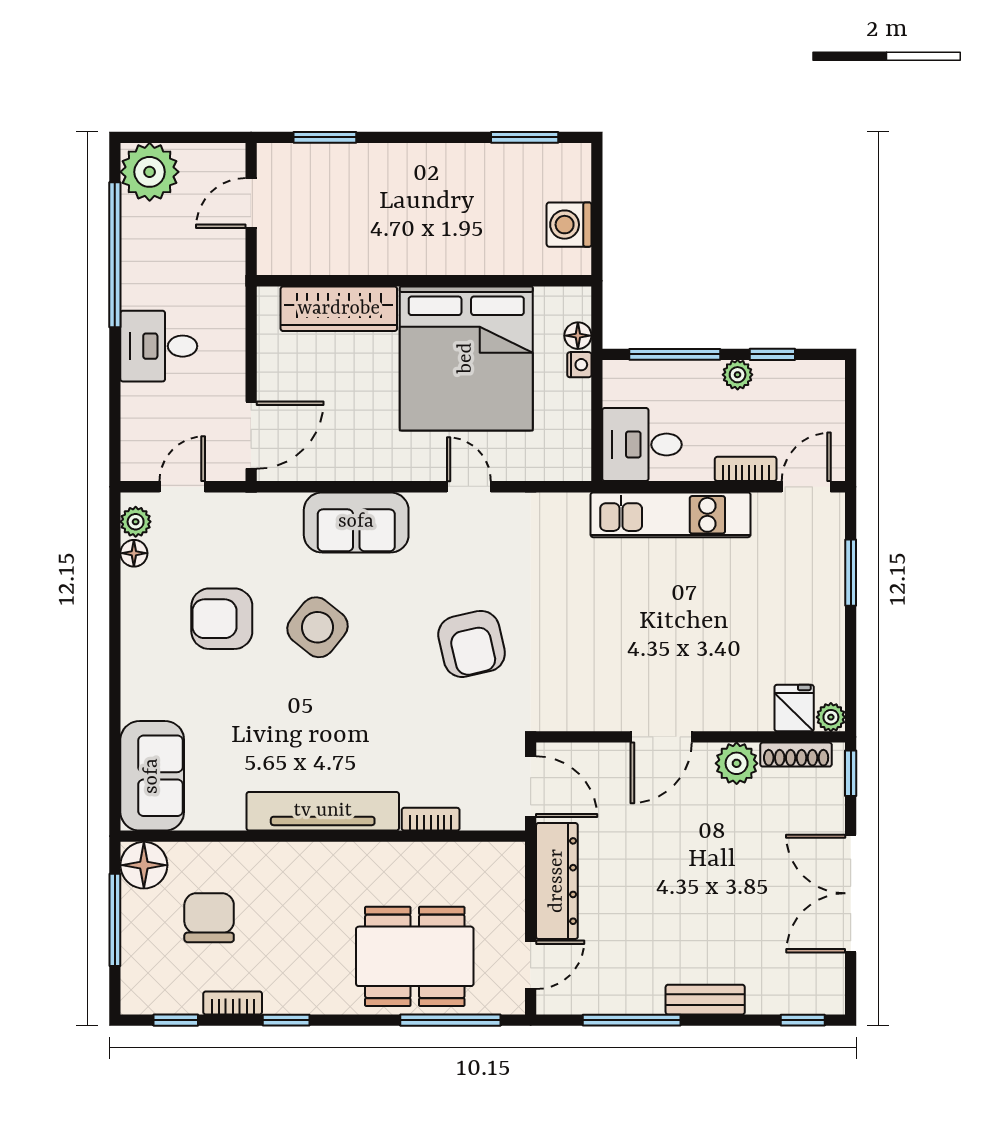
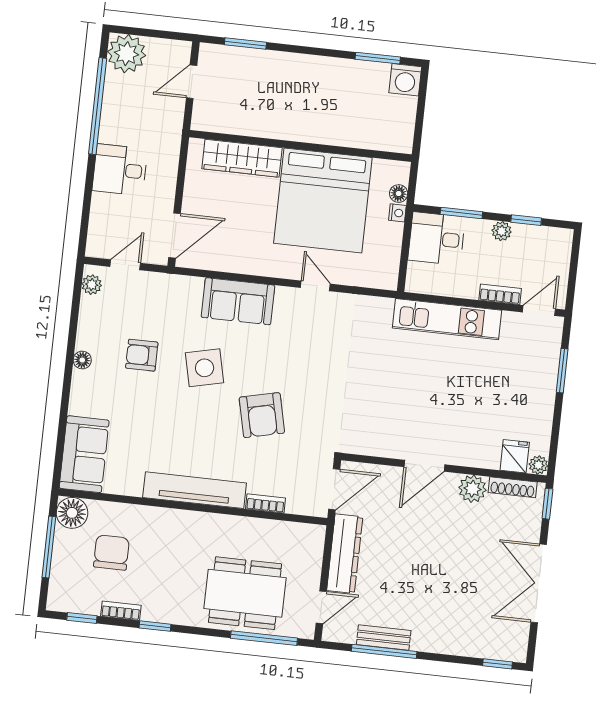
washing machine: (569, 225) -> (405, 80), moved, turned -90
window: (675, 354) -> (461, 213), width x0.69
desk: (642, 445) -> (437, 239), moved
floor lamp: (134, 553) -> (82, 360), moved
armchair: (222, 619) -> (142, 355), width x0.72, depth x0.72
side table: (317, 627) -> (205, 368), turned 38
armchair: (472, 644) -> (262, 415), moved
door: (531, 787) -> (334, 489), hinge flipped
bench: (705, 1000) -> (384, 638), moved

